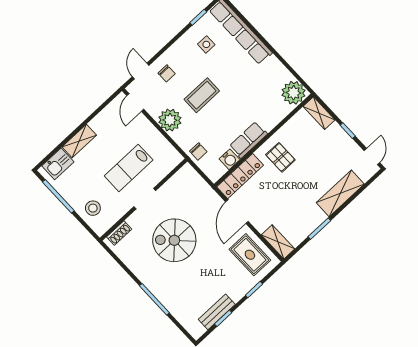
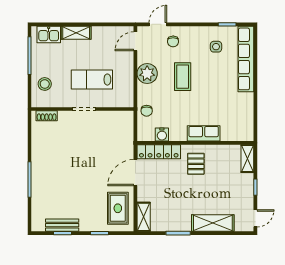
plant: (294, 93) -> (243, 130), removed
coffee table: (202, 95) -> (183, 77), turned 90
row of seats: (248, 140) -> (204, 133), moved
spiral stairs: (174, 240) -> (78, 154), removed

